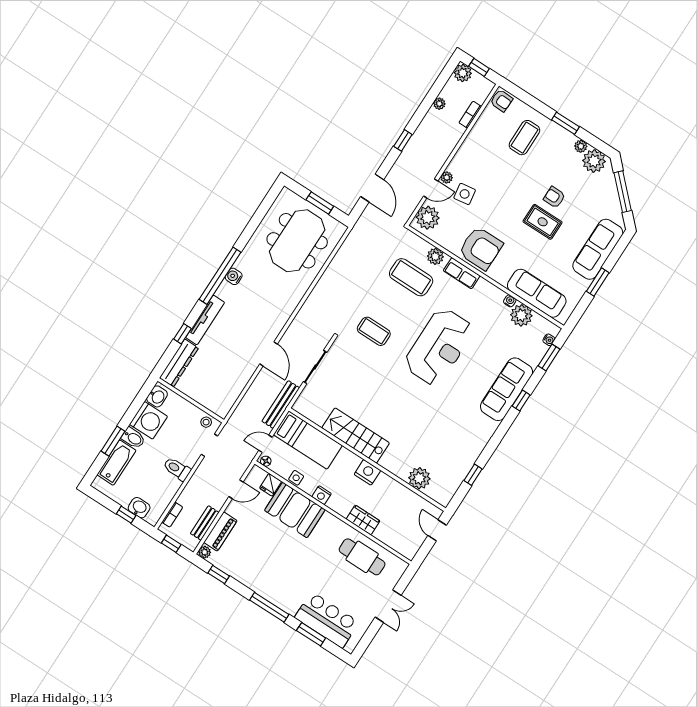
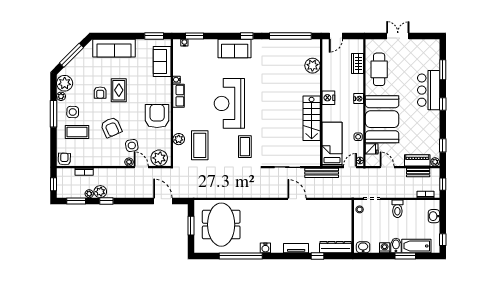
plant: (463, 73) -> (100, 192), moved
window: (441, 82) -> (76, 201), added
window: (565, 123) -> (53, 114), width x1.44
window: (403, 140) -> (106, 201), moved
side table: (552, 148) -> (73, 112), added
armchair: (503, 183) -> (111, 127), added
door: (372, 188) -> (163, 201), hinge flipped
meeting table: (297, 241) -> (221, 225), turned 90
row of seats: (462, 273) -> (179, 96), moved
window: (220, 276) -> (241, 256), moved
window: (598, 282) -> (154, 36), moved
sofa: (537, 293) -> (162, 61), width x0.73
plant: (521, 315) -> (181, 68), removed
tv unit: (205, 320) -> (296, 248), width x0.71
reception desk: (439, 347) -> (229, 103), turned -90
door: (269, 354) -> (297, 199), hinge flipped
sofa: (507, 389) -> (235, 49), width x0.73
window: (521, 401) -> (247, 36), moved
washing machine: (148, 420) -> (385, 248), width x0.53, depth x0.53
door: (265, 444) -> (350, 167), swing flipped
window: (473, 475) -> (290, 36), width x3.17
nightstand: (322, 495) -> (359, 99), moved
booth: (295, 510) -> (382, 119), width x1.36, depth x1.42
window: (126, 515) -> (443, 240), moved
wardrobe: (363, 520) -> (357, 63), moved
window: (269, 607) -> (443, 104), width x0.46
bar counter: (327, 620) -> (429, 90), moved

